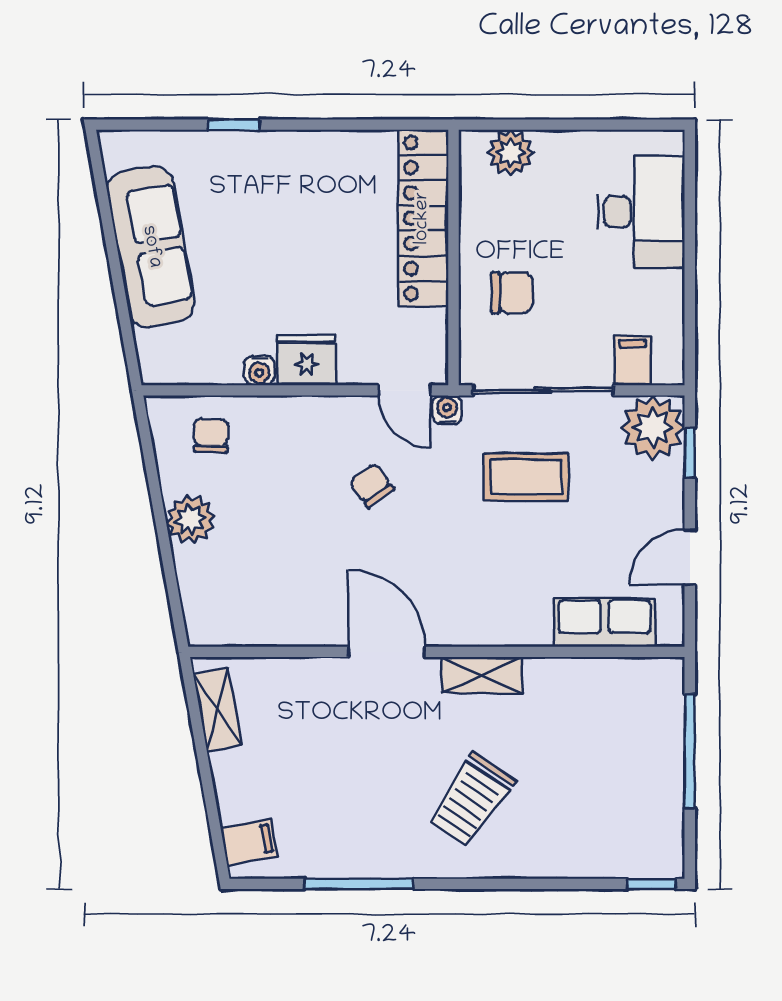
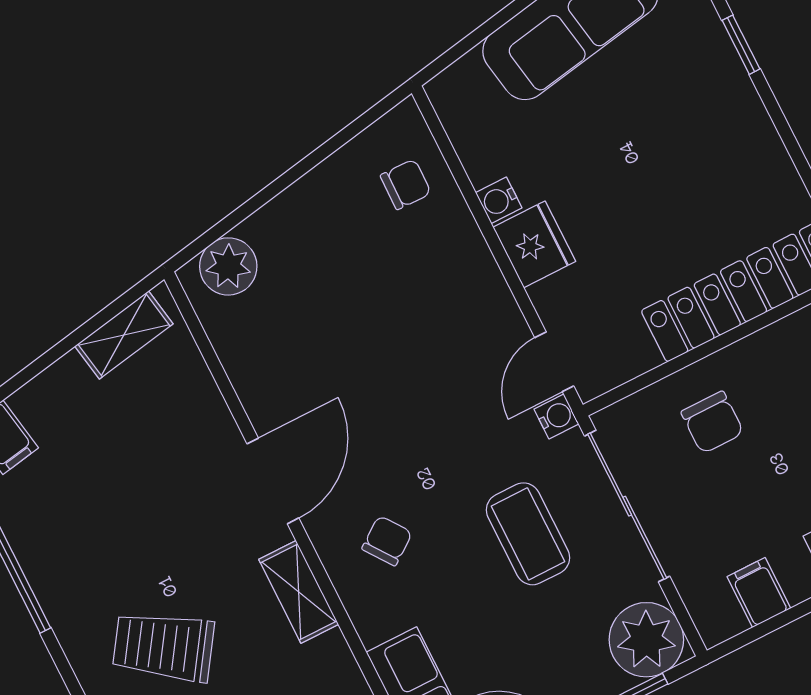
filing cabinet: (633, 361) -> (759, 593), moved, turned -90
chair: (372, 485) -> (387, 541), moved
plant: (190, 519) -> (228, 266), moved

